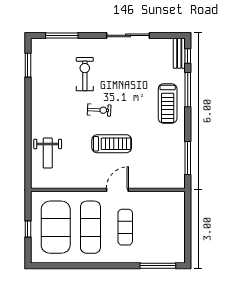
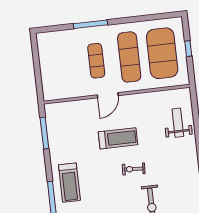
treadmill: (168, 103) -> (69, 183), turned 180
treadmill: (112, 144) -> (118, 138), turned 180
window: (158, 266) -> (90, 24), moved

